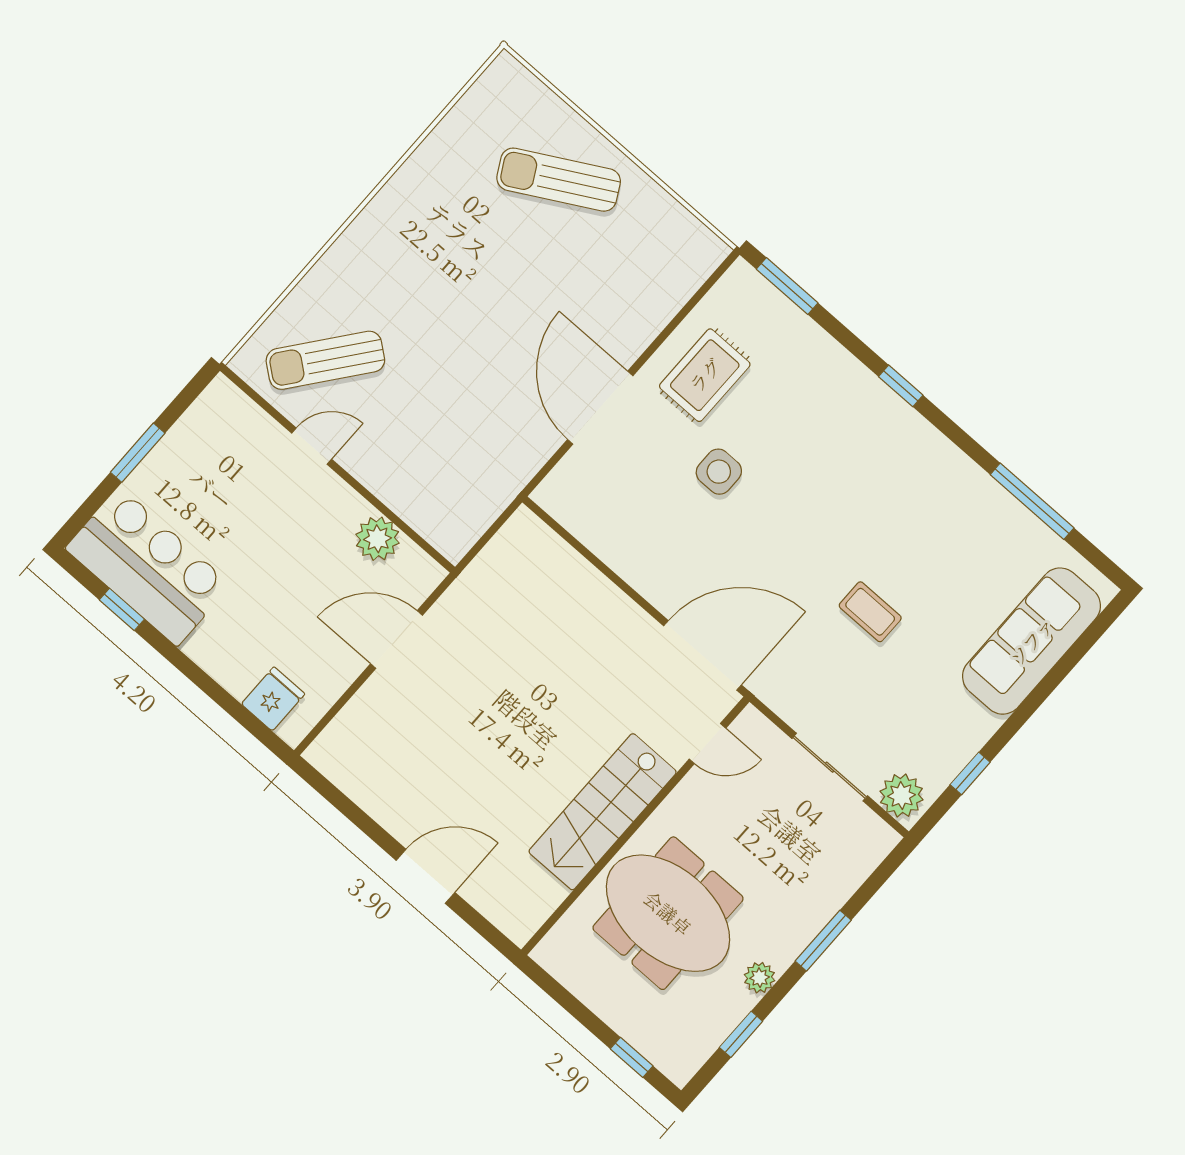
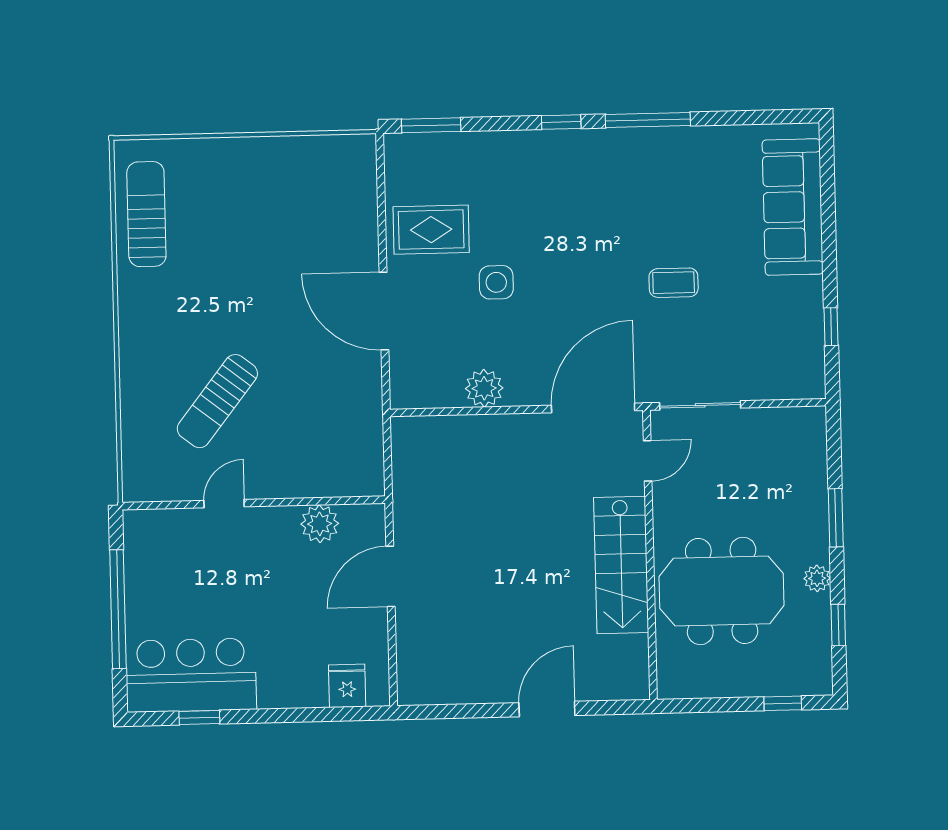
sun lounger: (559, 180) -> (146, 214), moved, turned 119
sun lounger: (325, 360) -> (217, 401), moved
rug: (705, 375) -> (431, 230), turned 90
window: (138, 453) -> (118, 609), width x2.11
window: (1032, 501) -> (648, 120), moved
sliding door: (830, 767) -> (700, 405), moved
plant: (901, 796) -> (484, 388), moved

